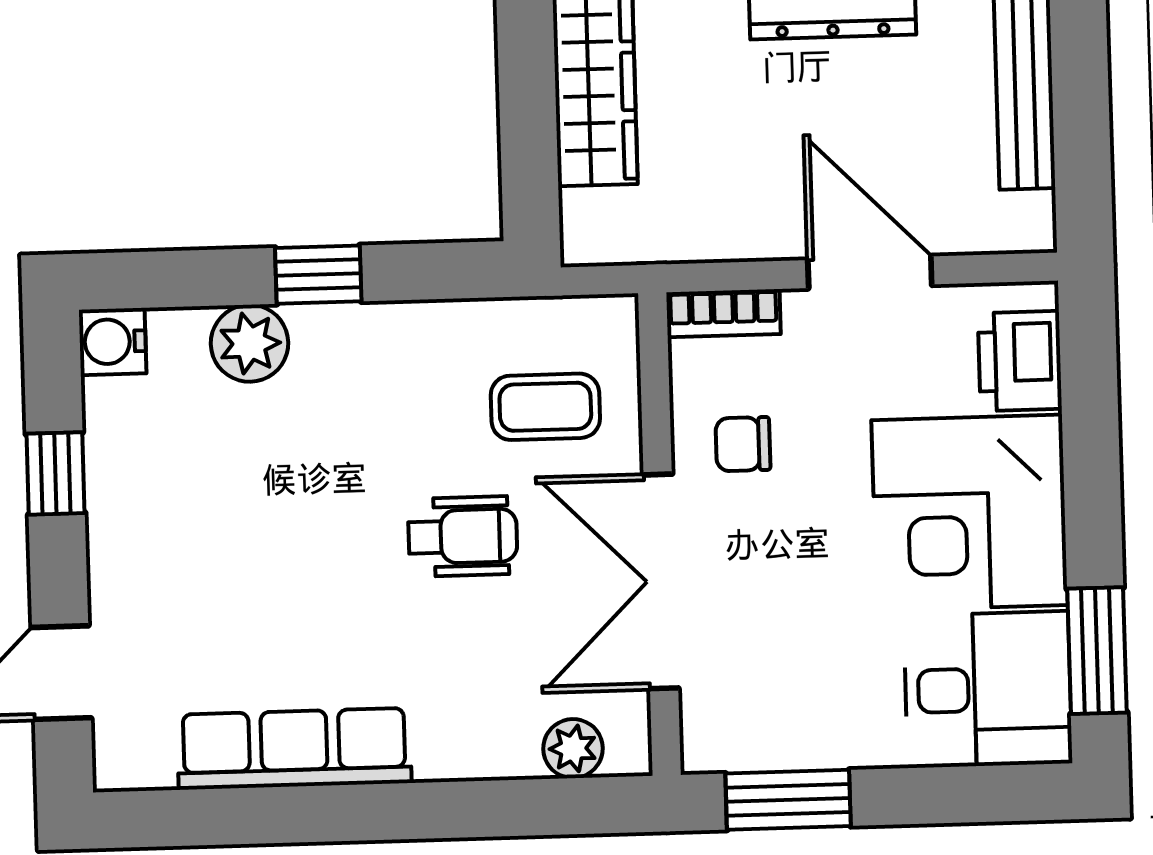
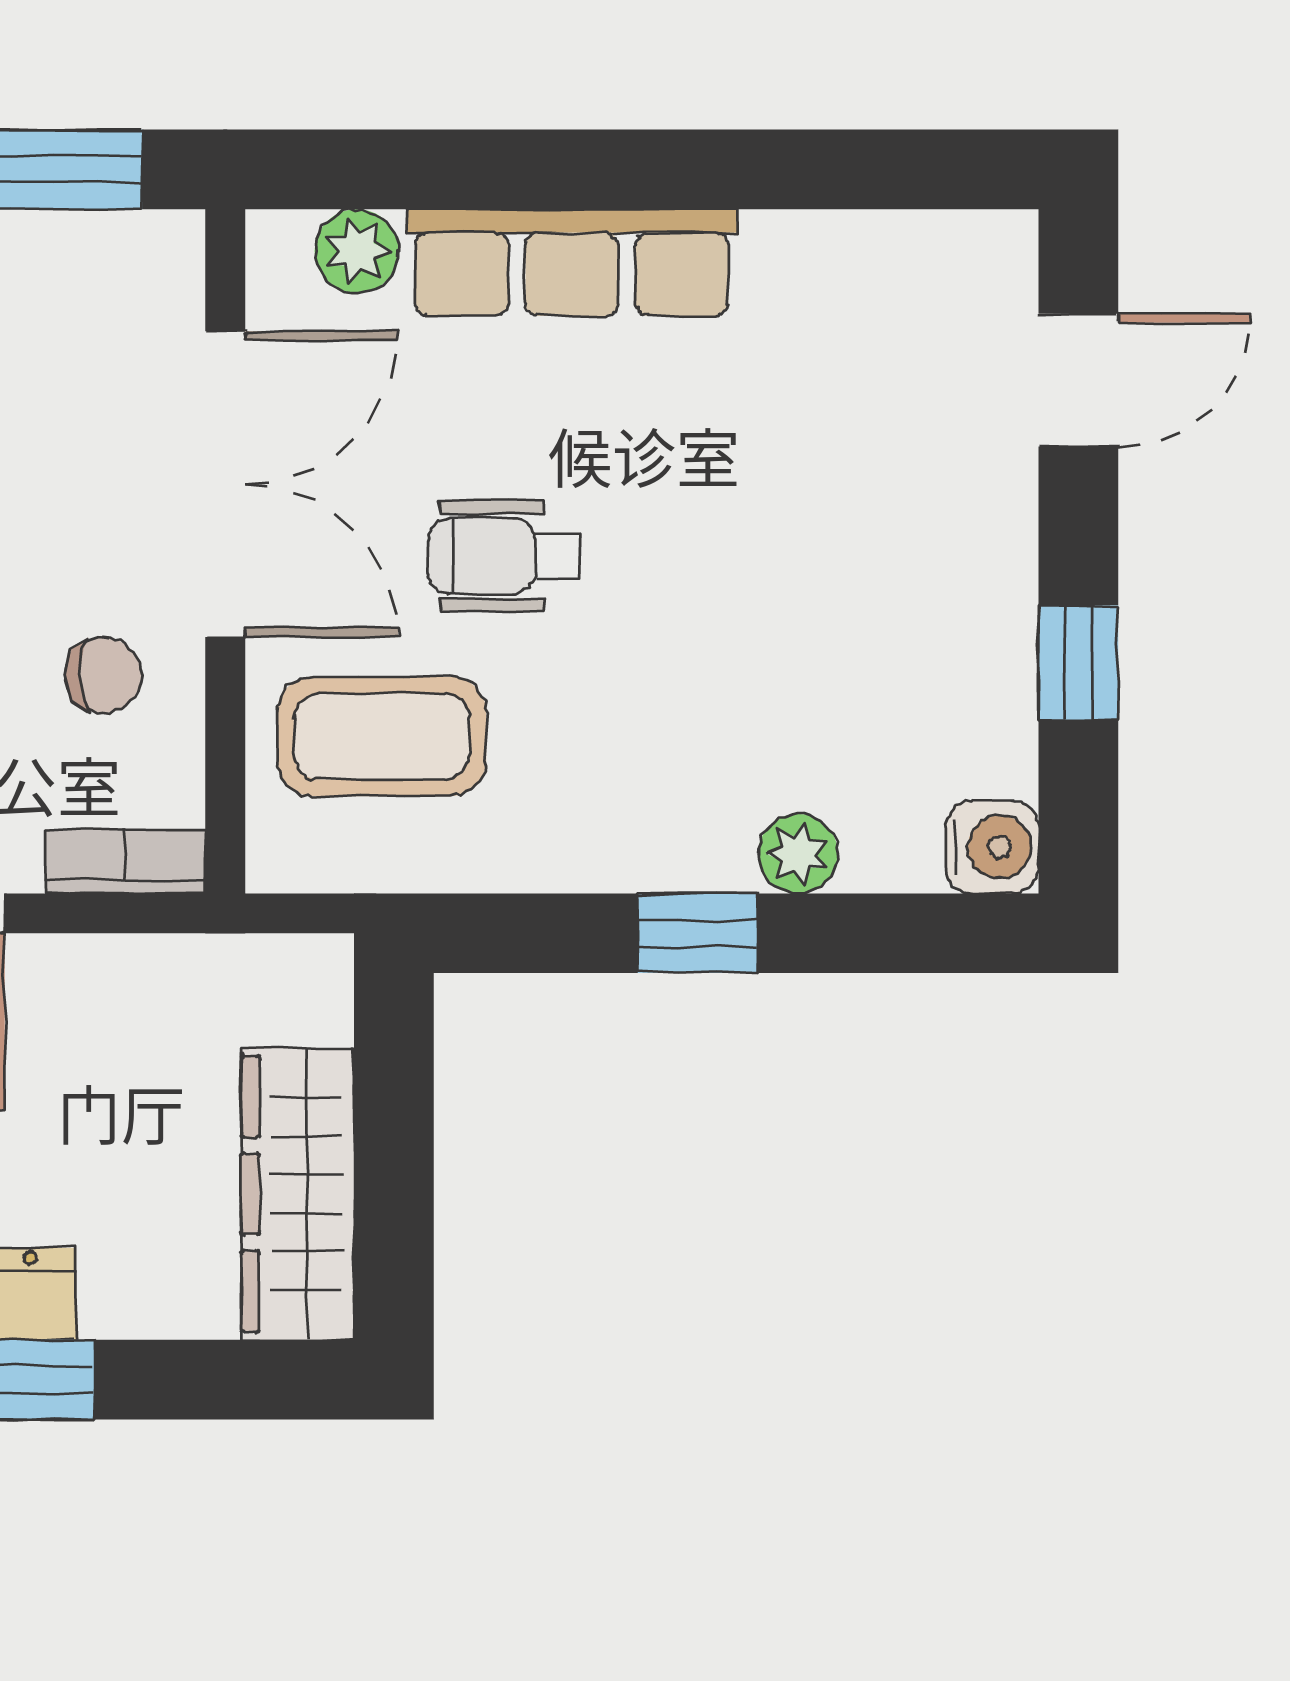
plant: (250, 343) -> (798, 854), width x0.73, depth x0.73
coffee table: (545, 407) -> (382, 736), width x1.36, depth x1.30
row of seats: (294, 749) -> (572, 262), moved

